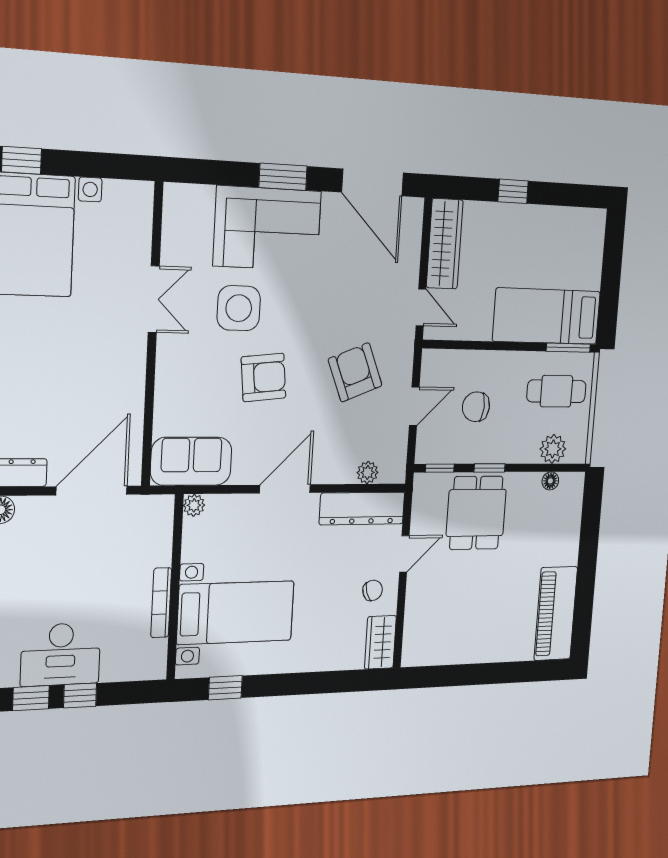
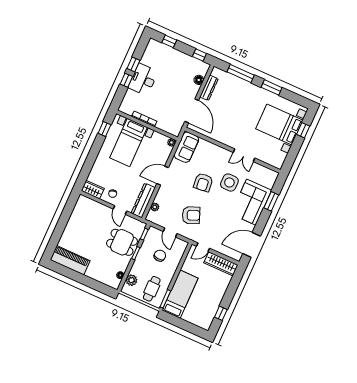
window: (283, 177) -> (271, 201), moved
window: (513, 191) -> (221, 313), moved
door: (285, 489) -> (163, 176), swing flipped

